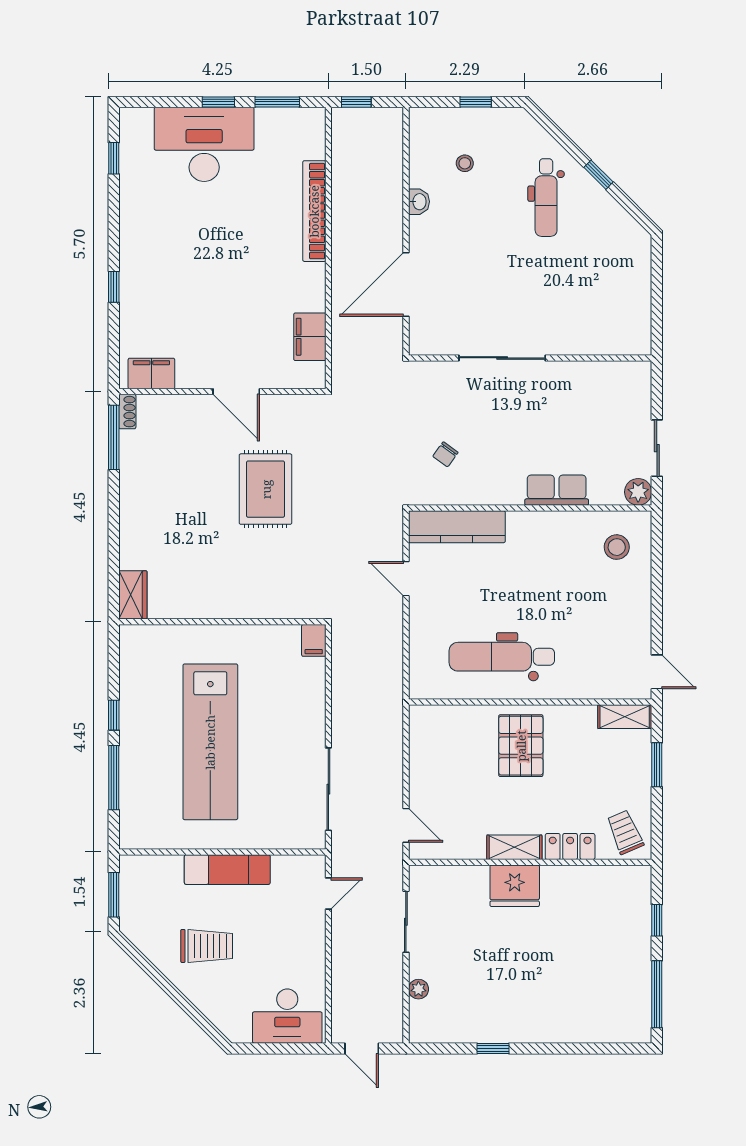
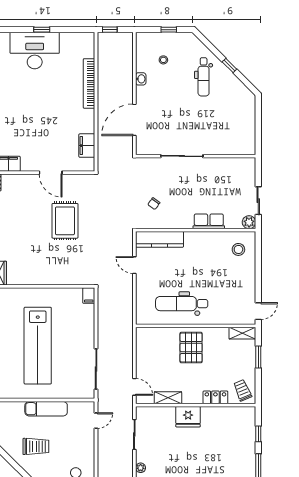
window: (277, 102) -> (71, 30), removed
door: (657, 672) -> (258, 311), hinge flipped
shelving: (514, 847) -> (168, 398), moved

